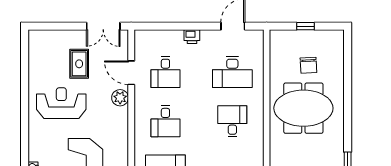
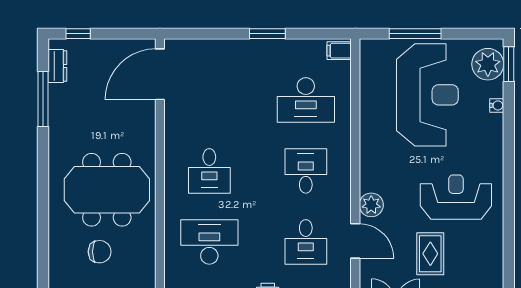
chair: (308, 65) -> (100, 252), turned 93
desk: (165, 72) -> (306, 242), turned 180
reception desk: (61, 103) -> (456, 197), turned 180

